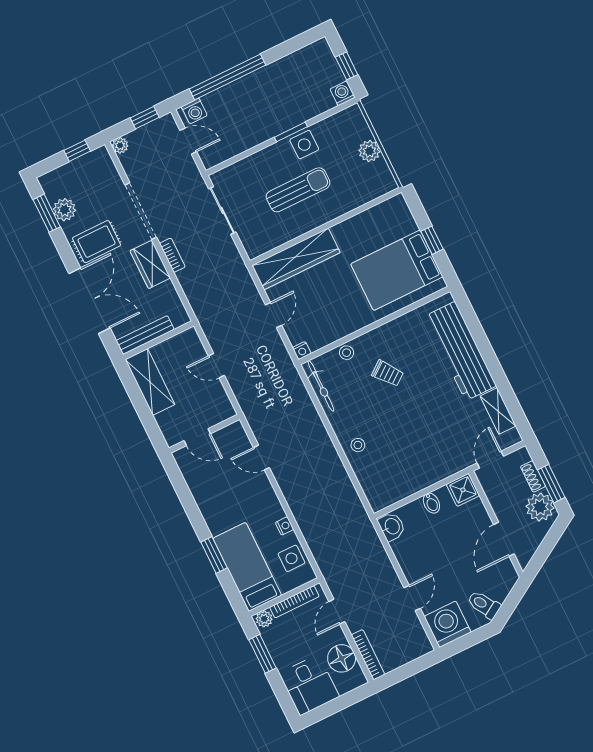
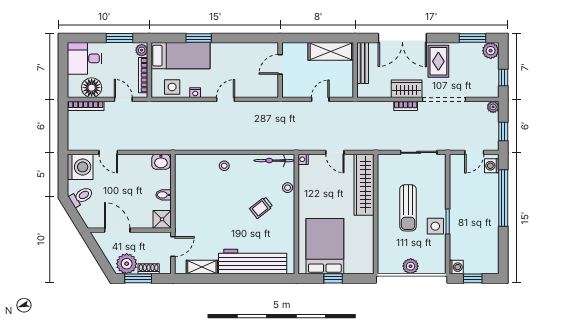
plant: (64, 210) -> (491, 51), moved
door: (261, 458) -> (225, 99), moved
door: (490, 460) -> (173, 247), hinge flipped

